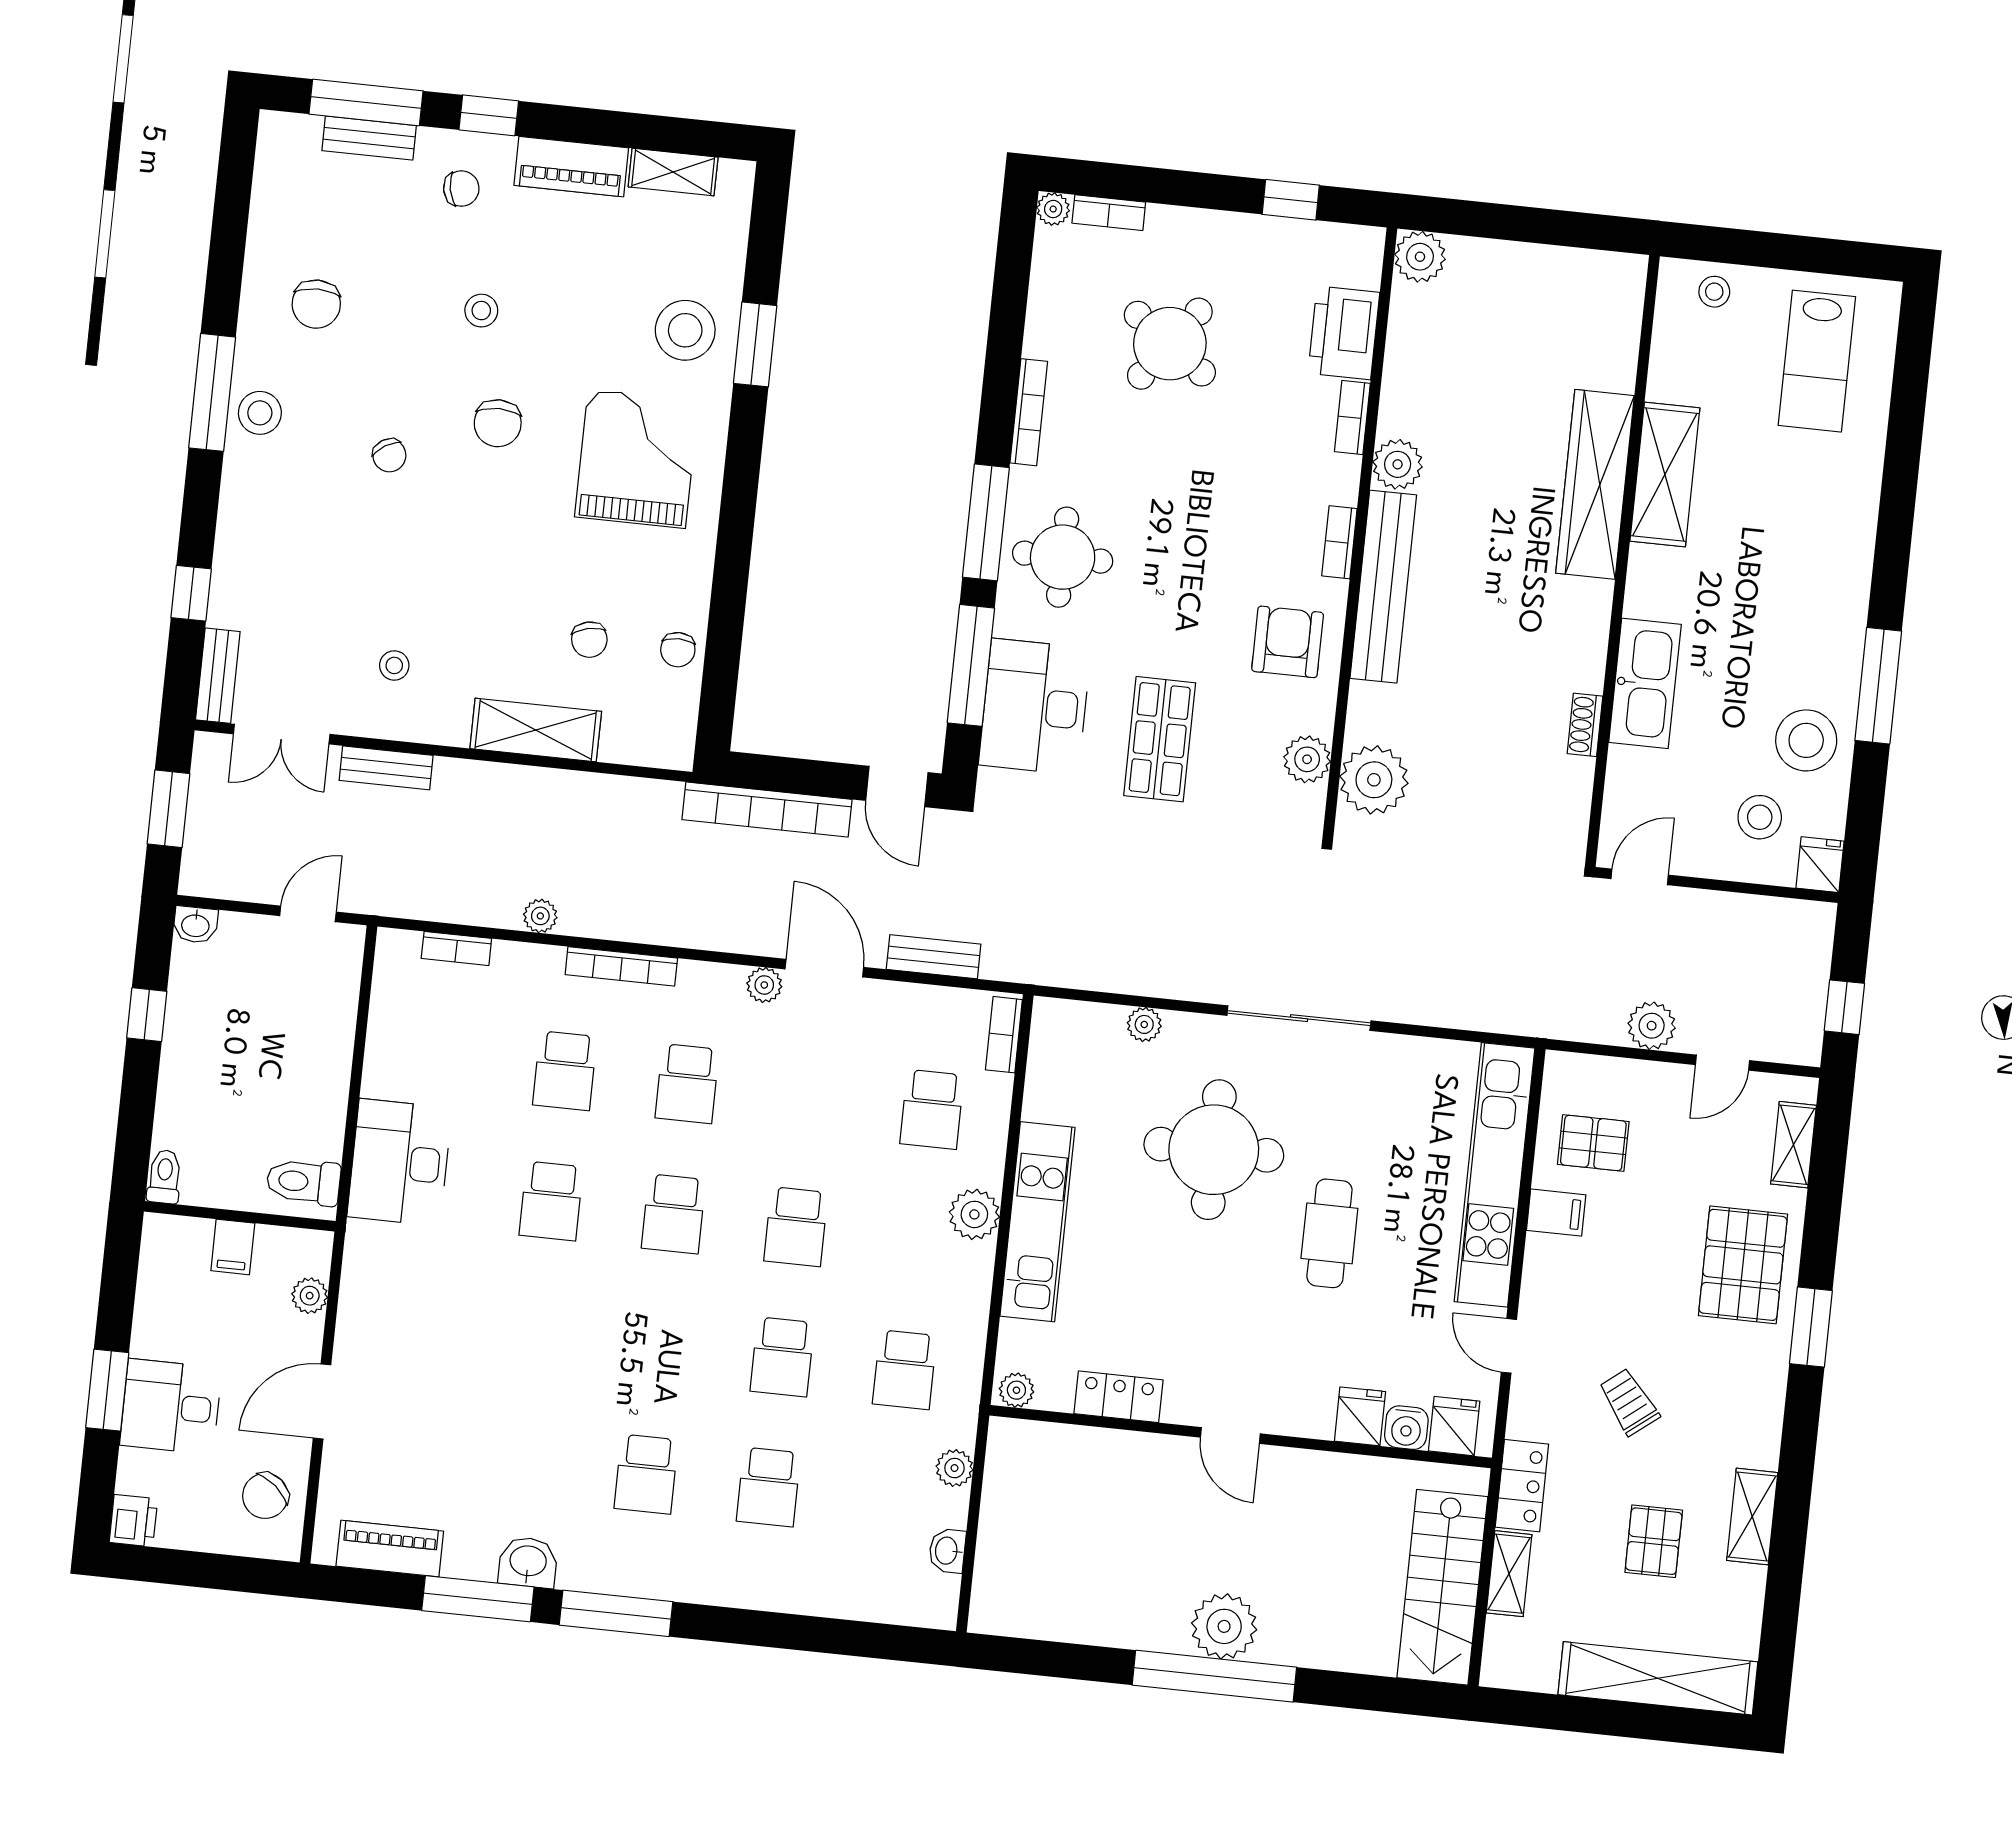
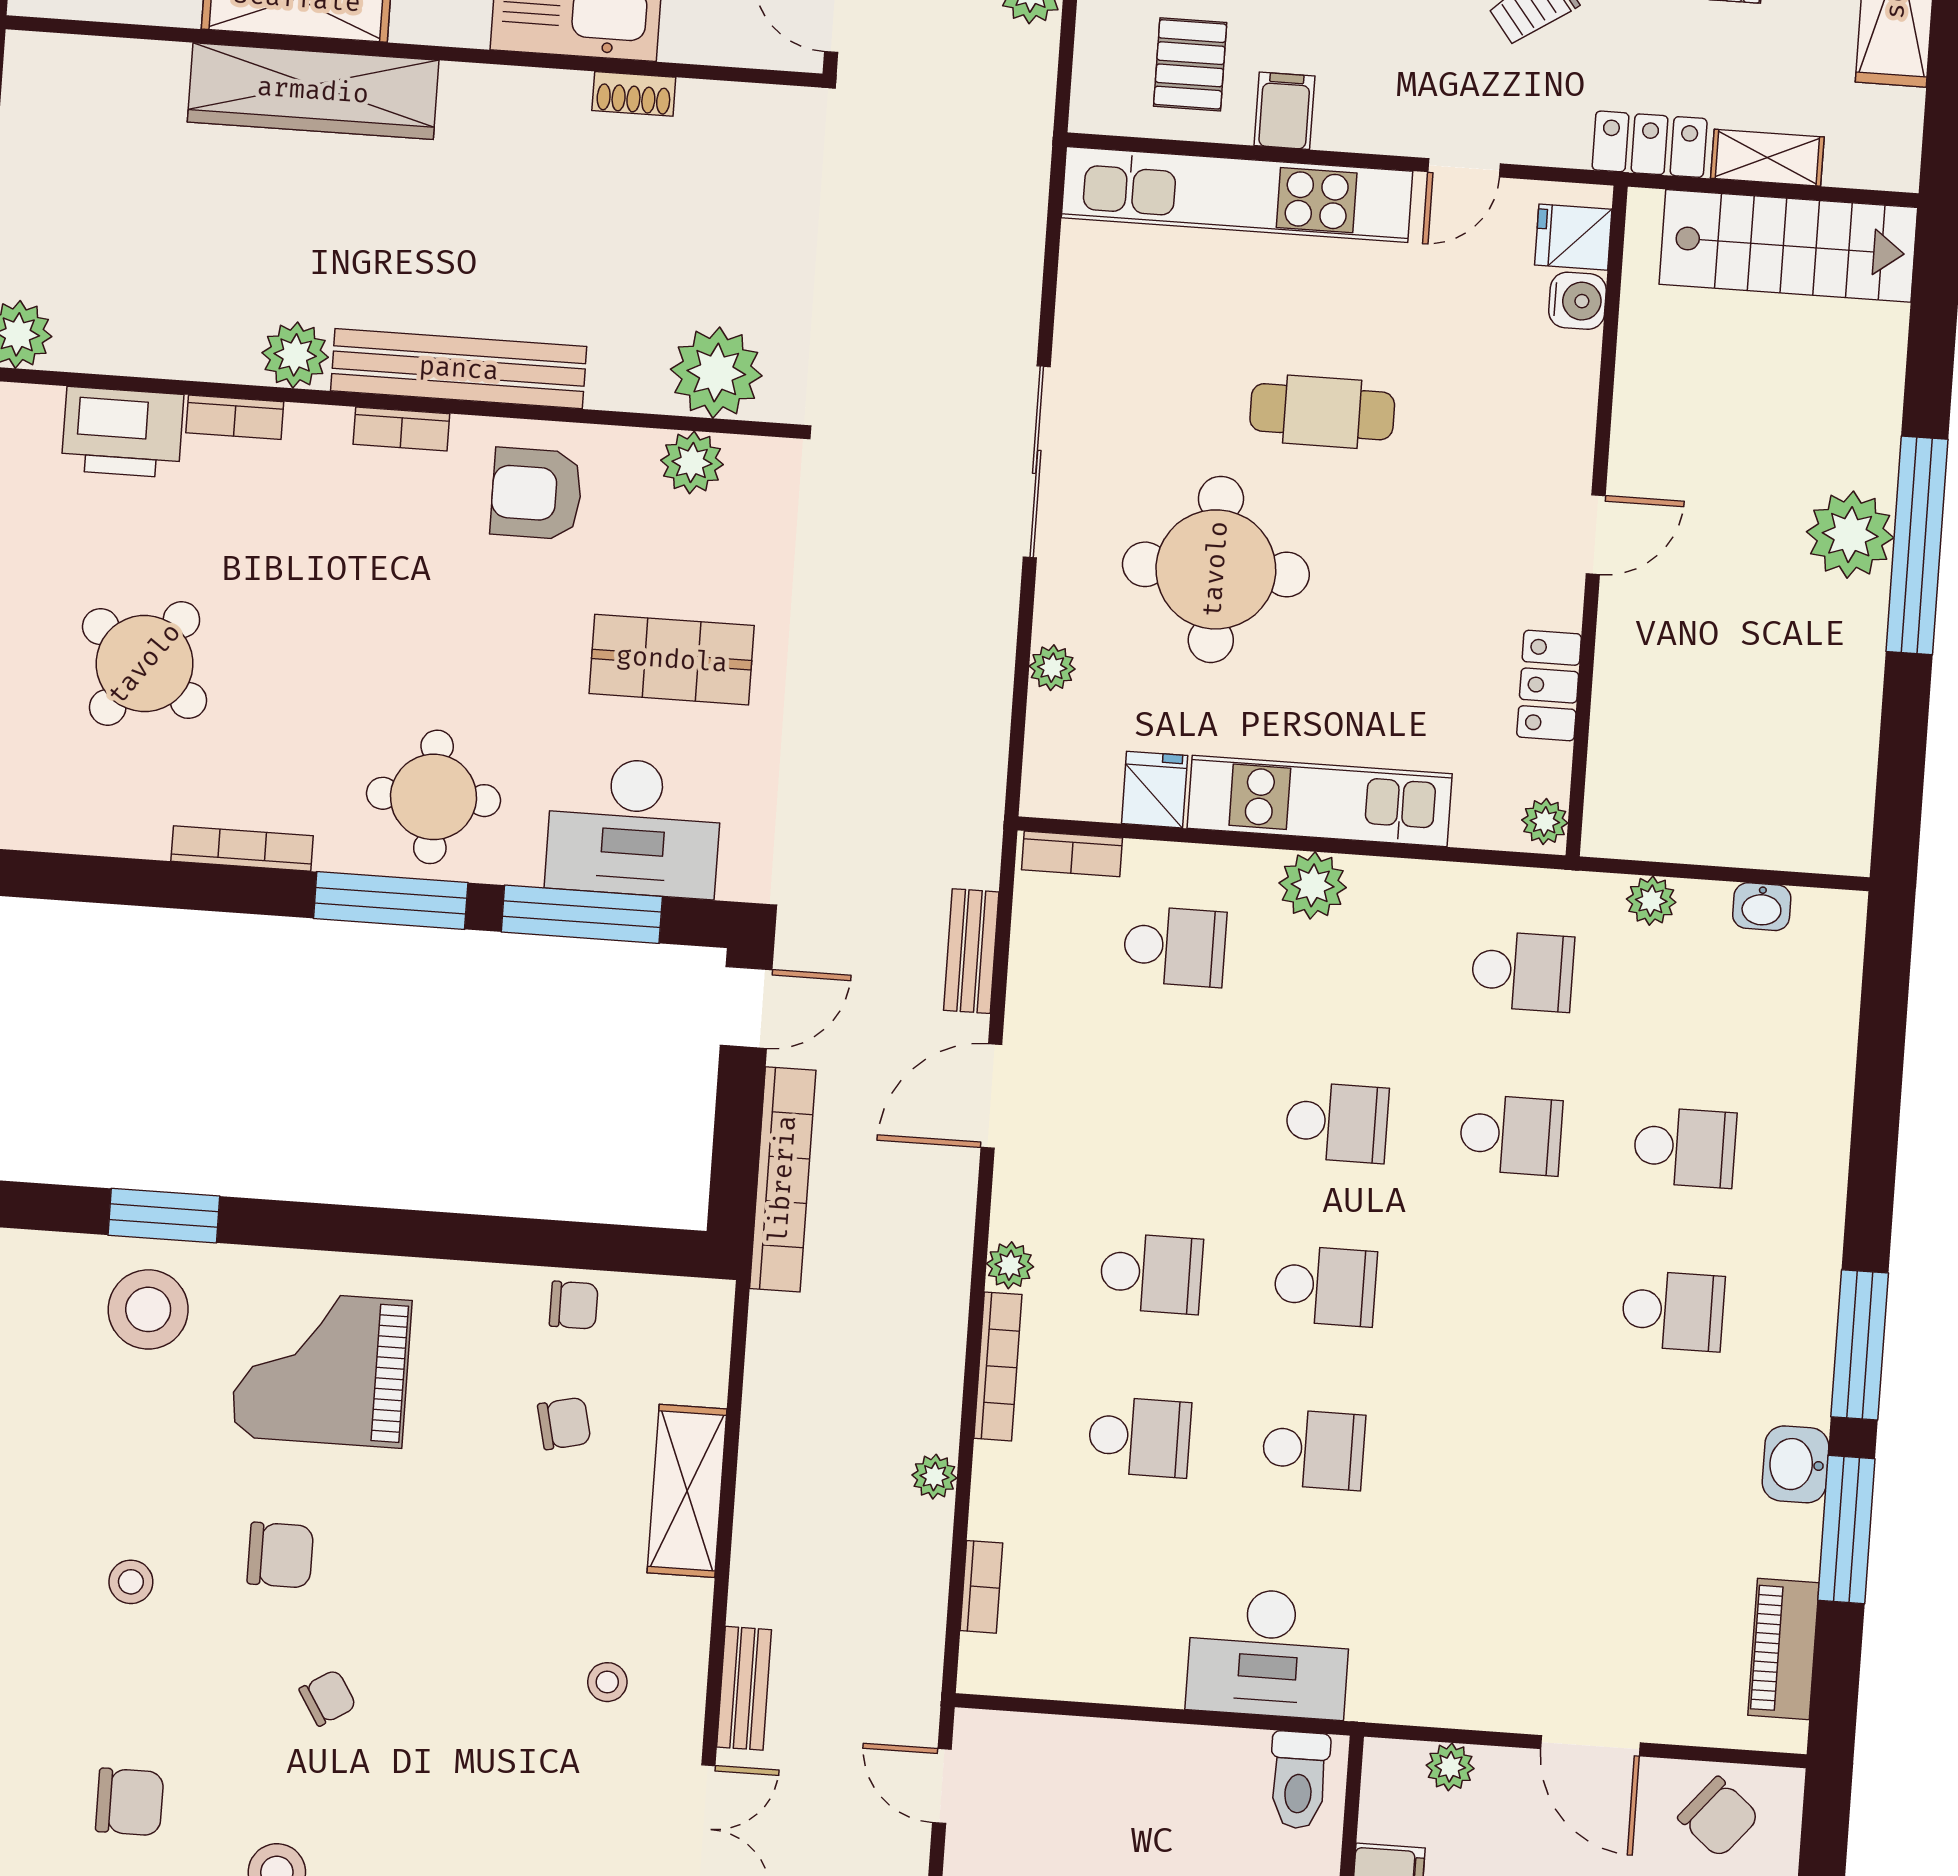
plant: (764, 985) -> (1010, 1265), moved
fridge: (1360, 1416) -> (1155, 790), moved, turned 90

